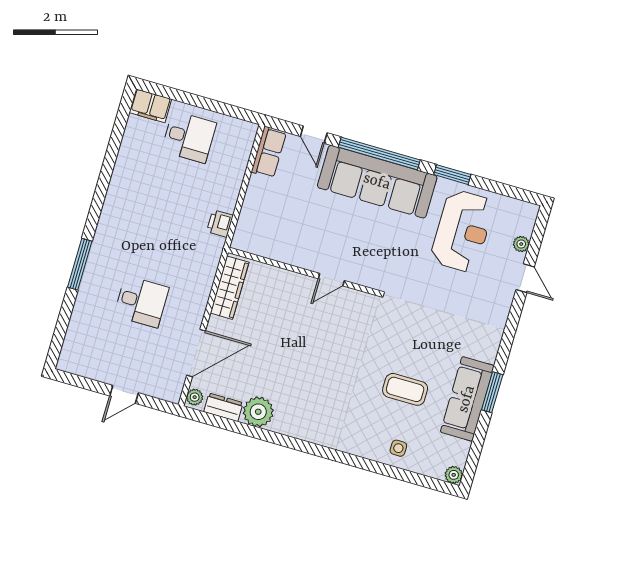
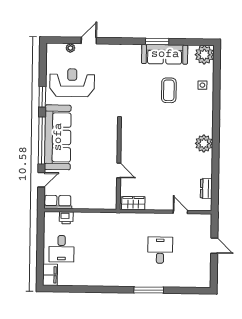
desk: (189, 137) -> (61, 249), turned 180
printer: (220, 224) -> (66, 218), moved
door: (331, 280) -> (119, 170), moved
wardrobe: (230, 288) -> (133, 203), width x0.67
door: (196, 353) -> (180, 212), width x0.53
plant: (195, 397) -> (205, 206), removed
plant: (258, 412) -> (204, 143), moved
plant: (454, 475) -> (204, 55), width x1.88, depth x1.88

